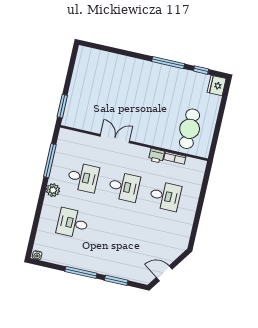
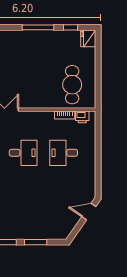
printer: (156, 156) -> (82, 117), moved
desk: (165, 196) -> (64, 153), turned 180
door: (164, 273) -> (89, 212), moved

